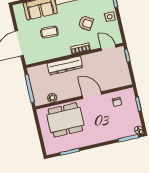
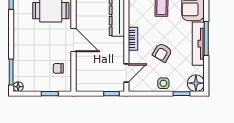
door: (92, 95) -> (74, 40), hinge flipped

